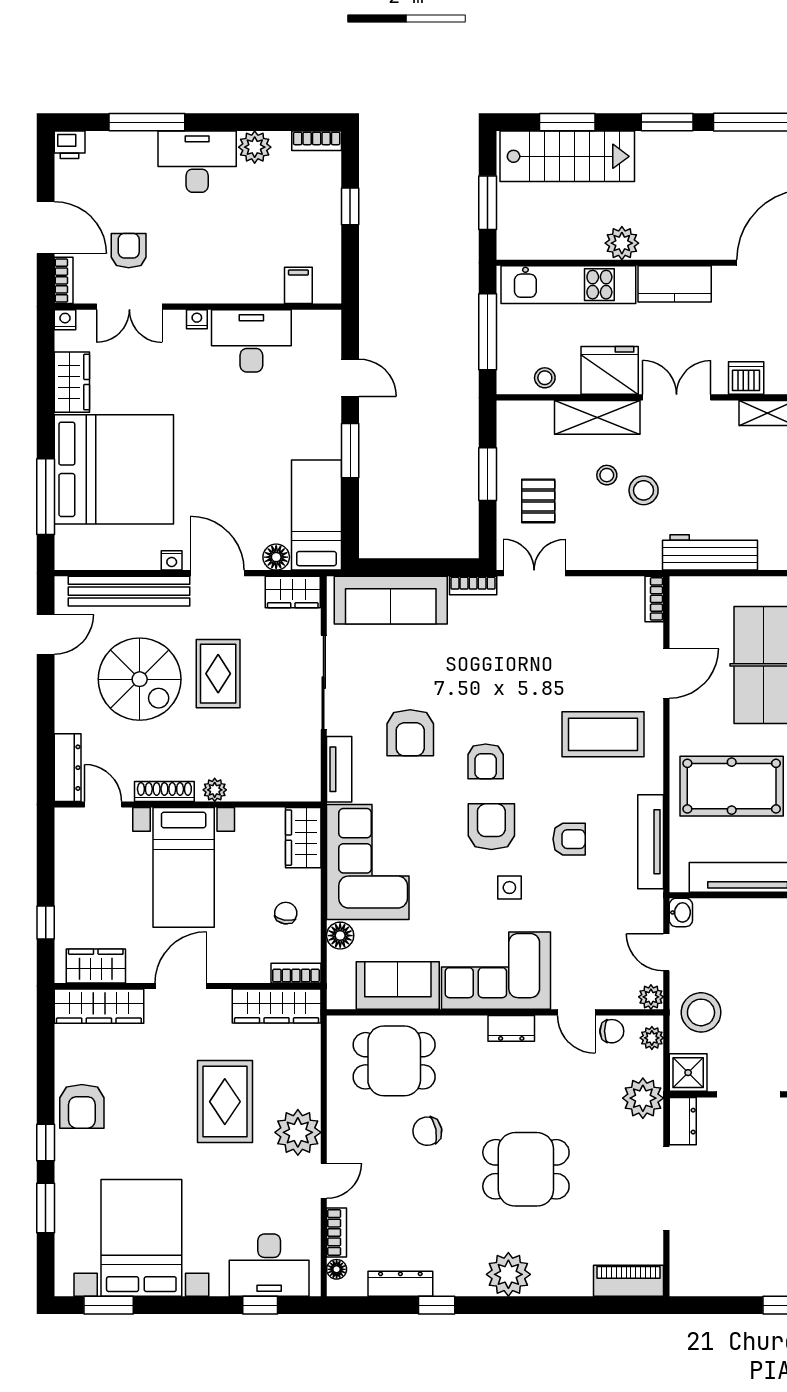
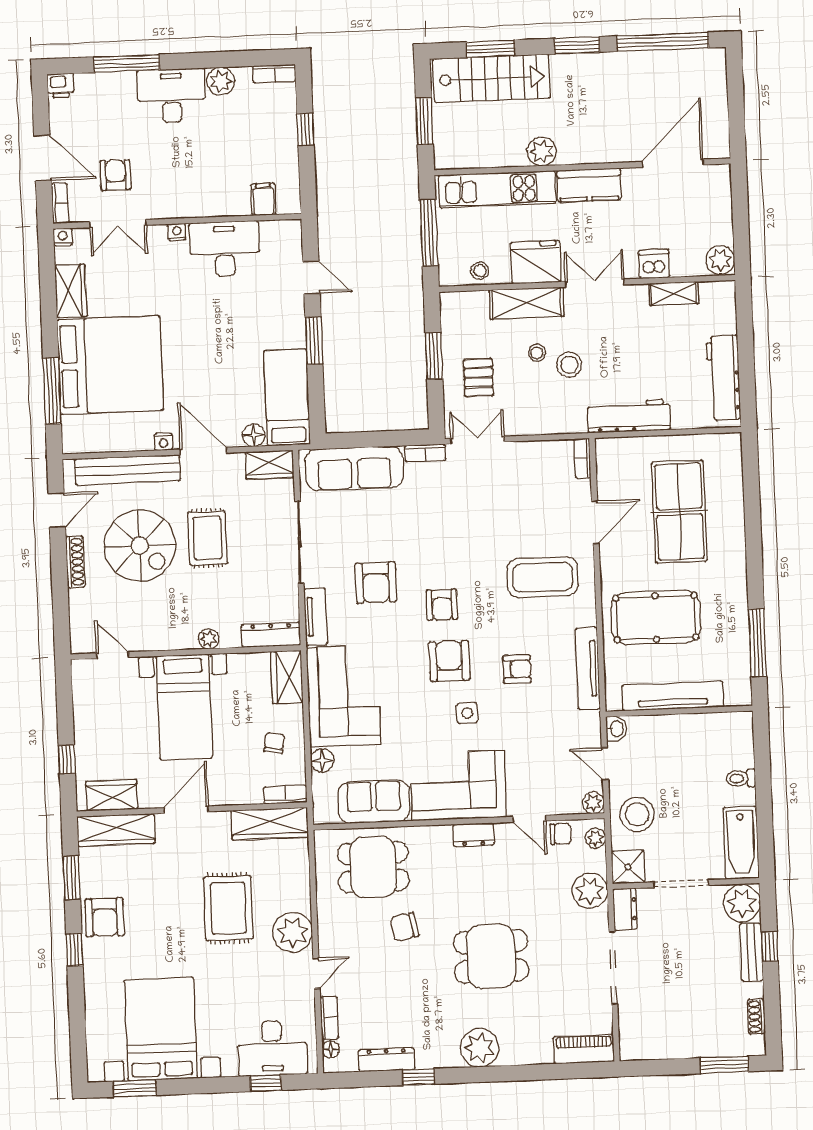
dresser: (68, 768) -> (271, 635), moved, turned -90
shoe rack: (164, 791) -> (75, 562), moved, turned 90
window: (46, 1208) -> (72, 878), moved

